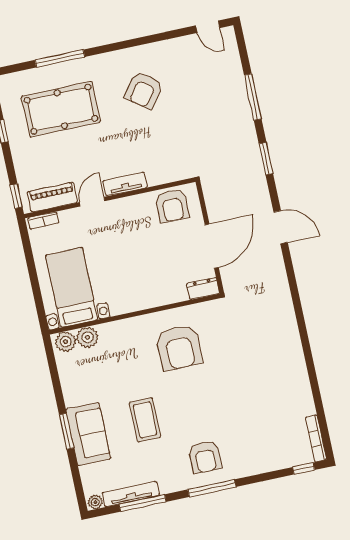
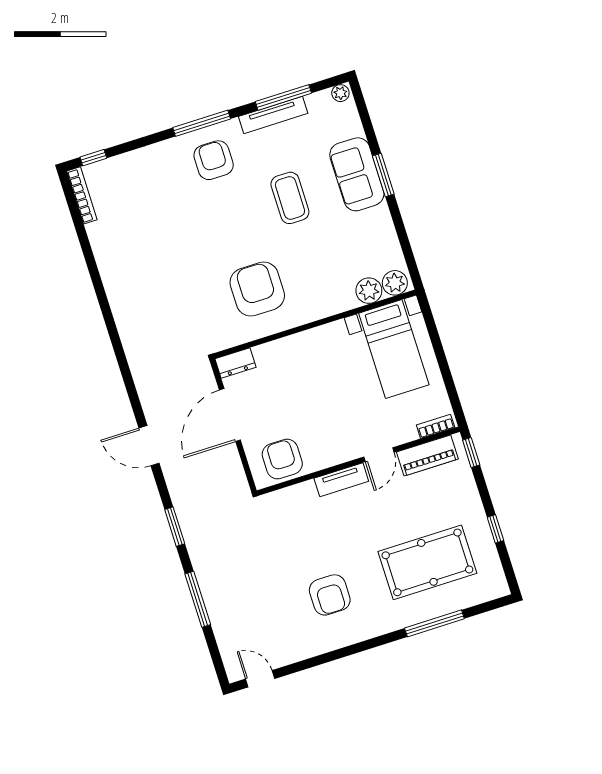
armchair: (144, 90) -> (330, 595), turned 143
tv unit: (131, 494) -> (273, 115), moved

